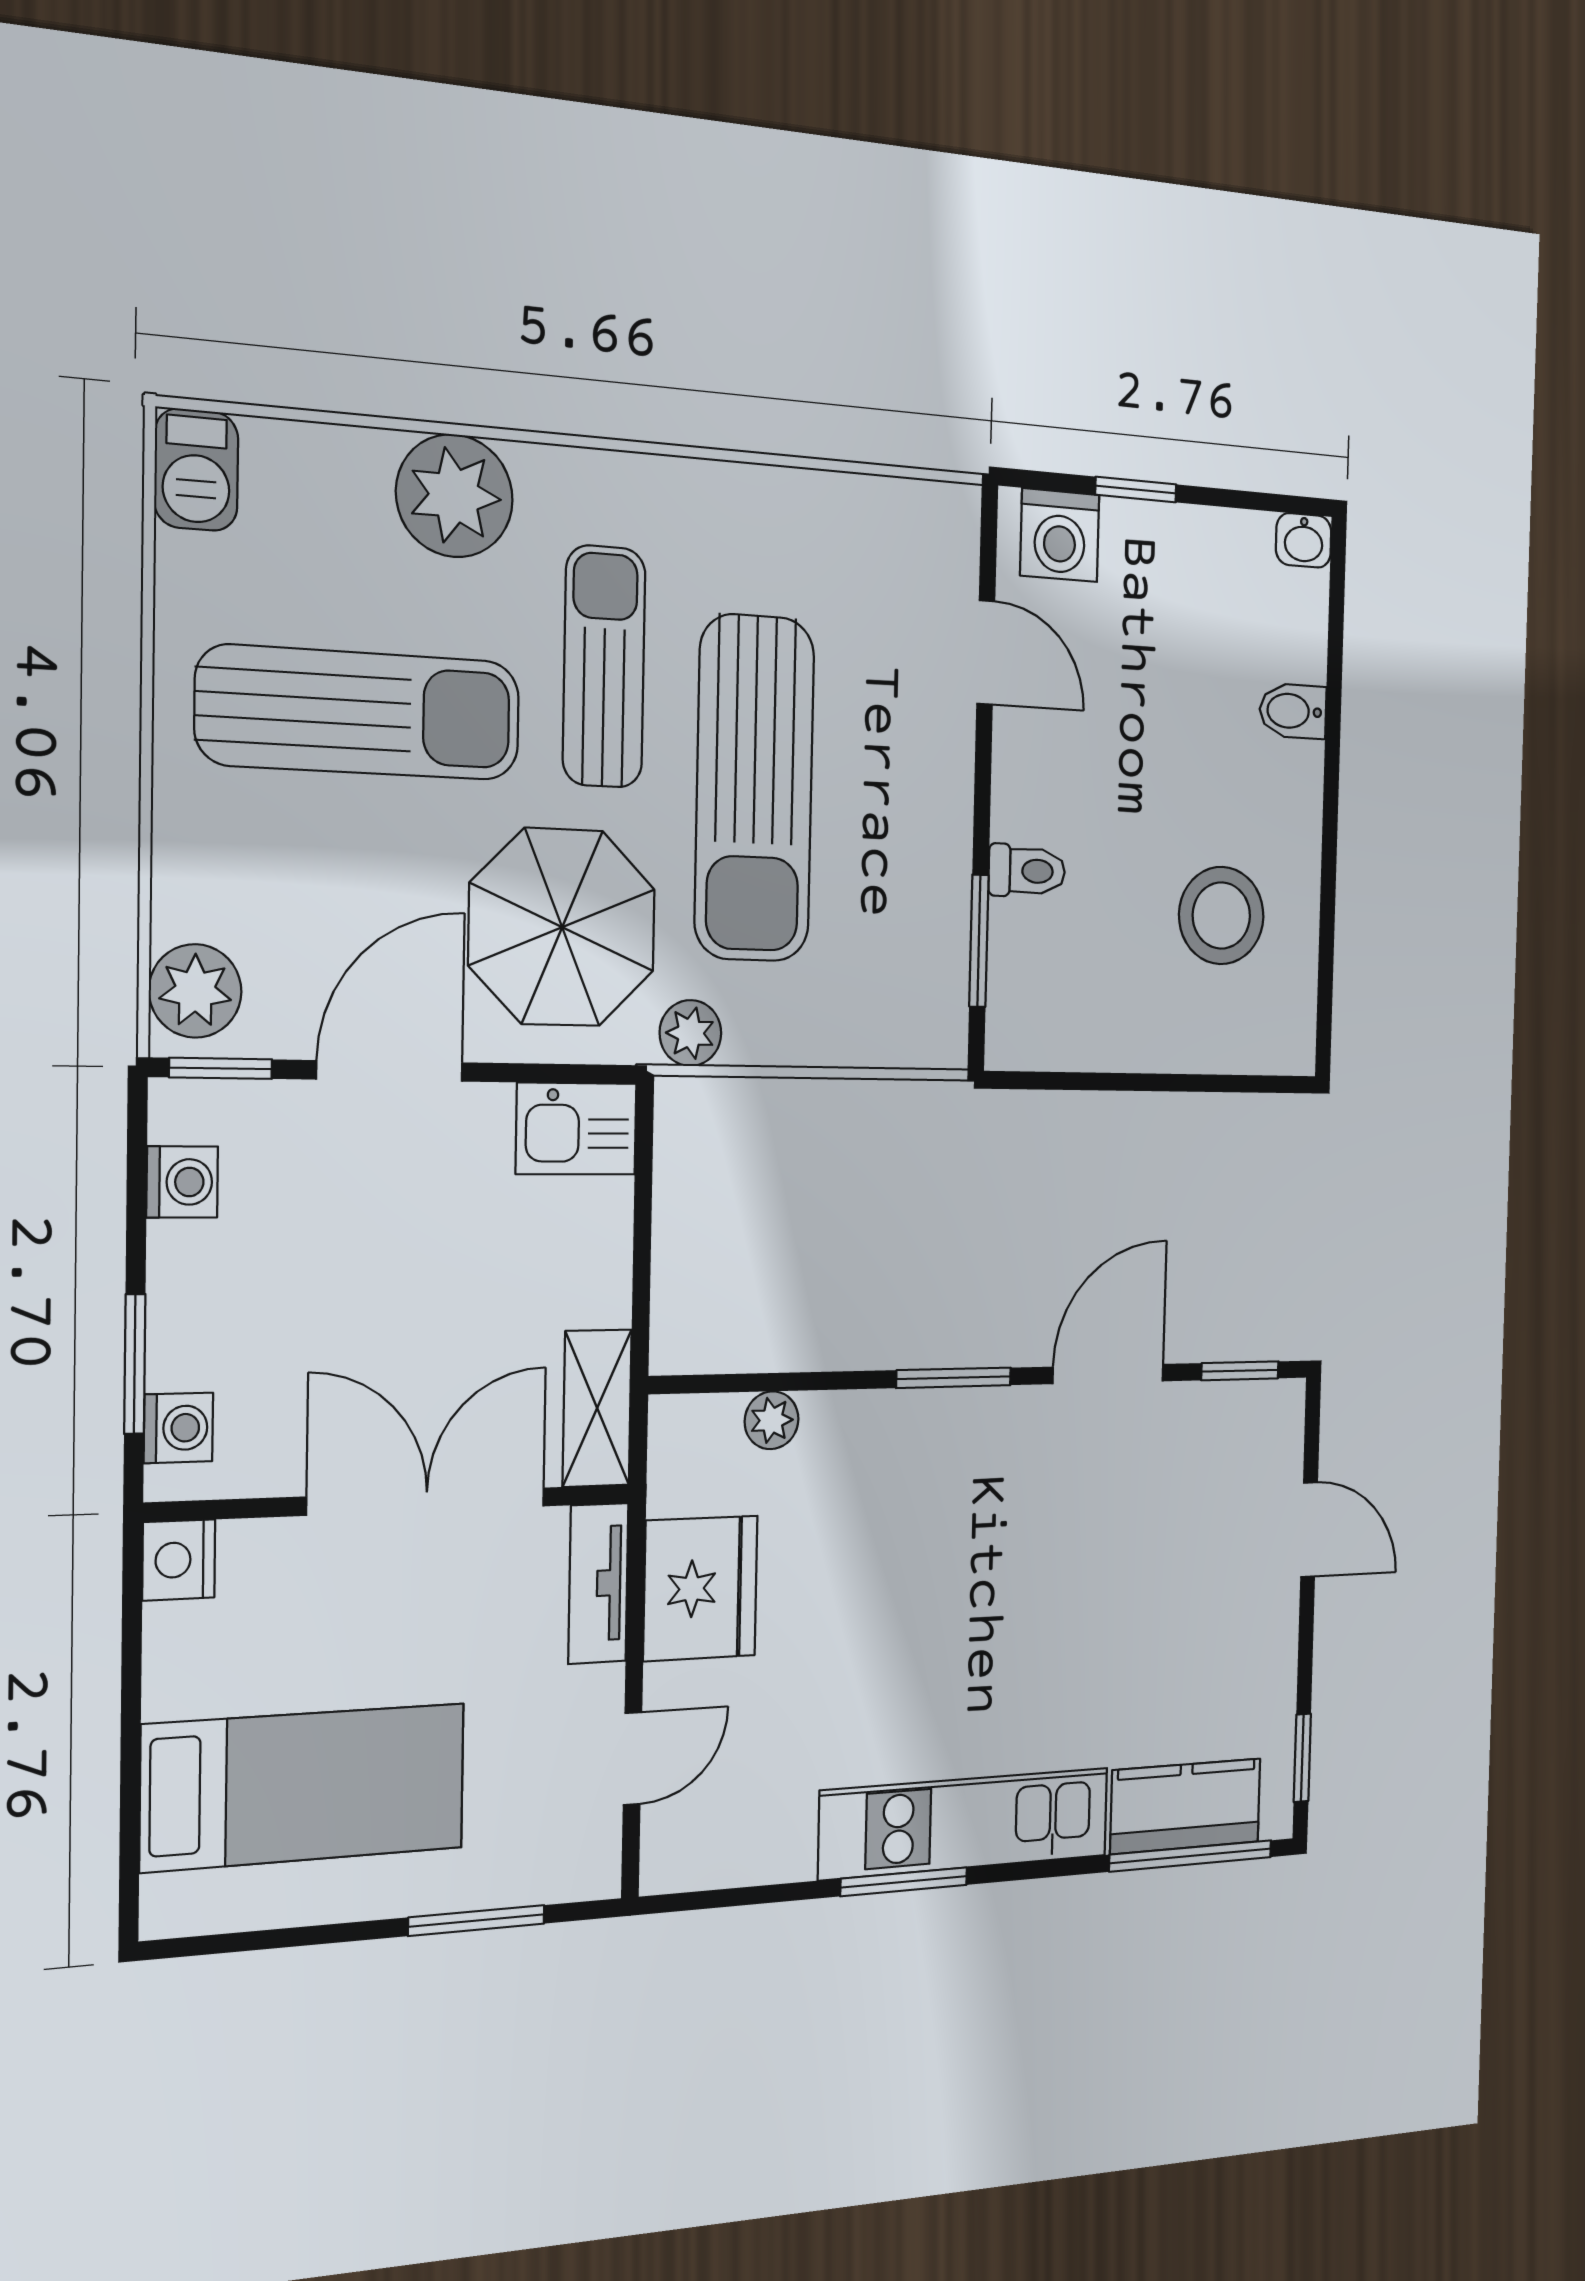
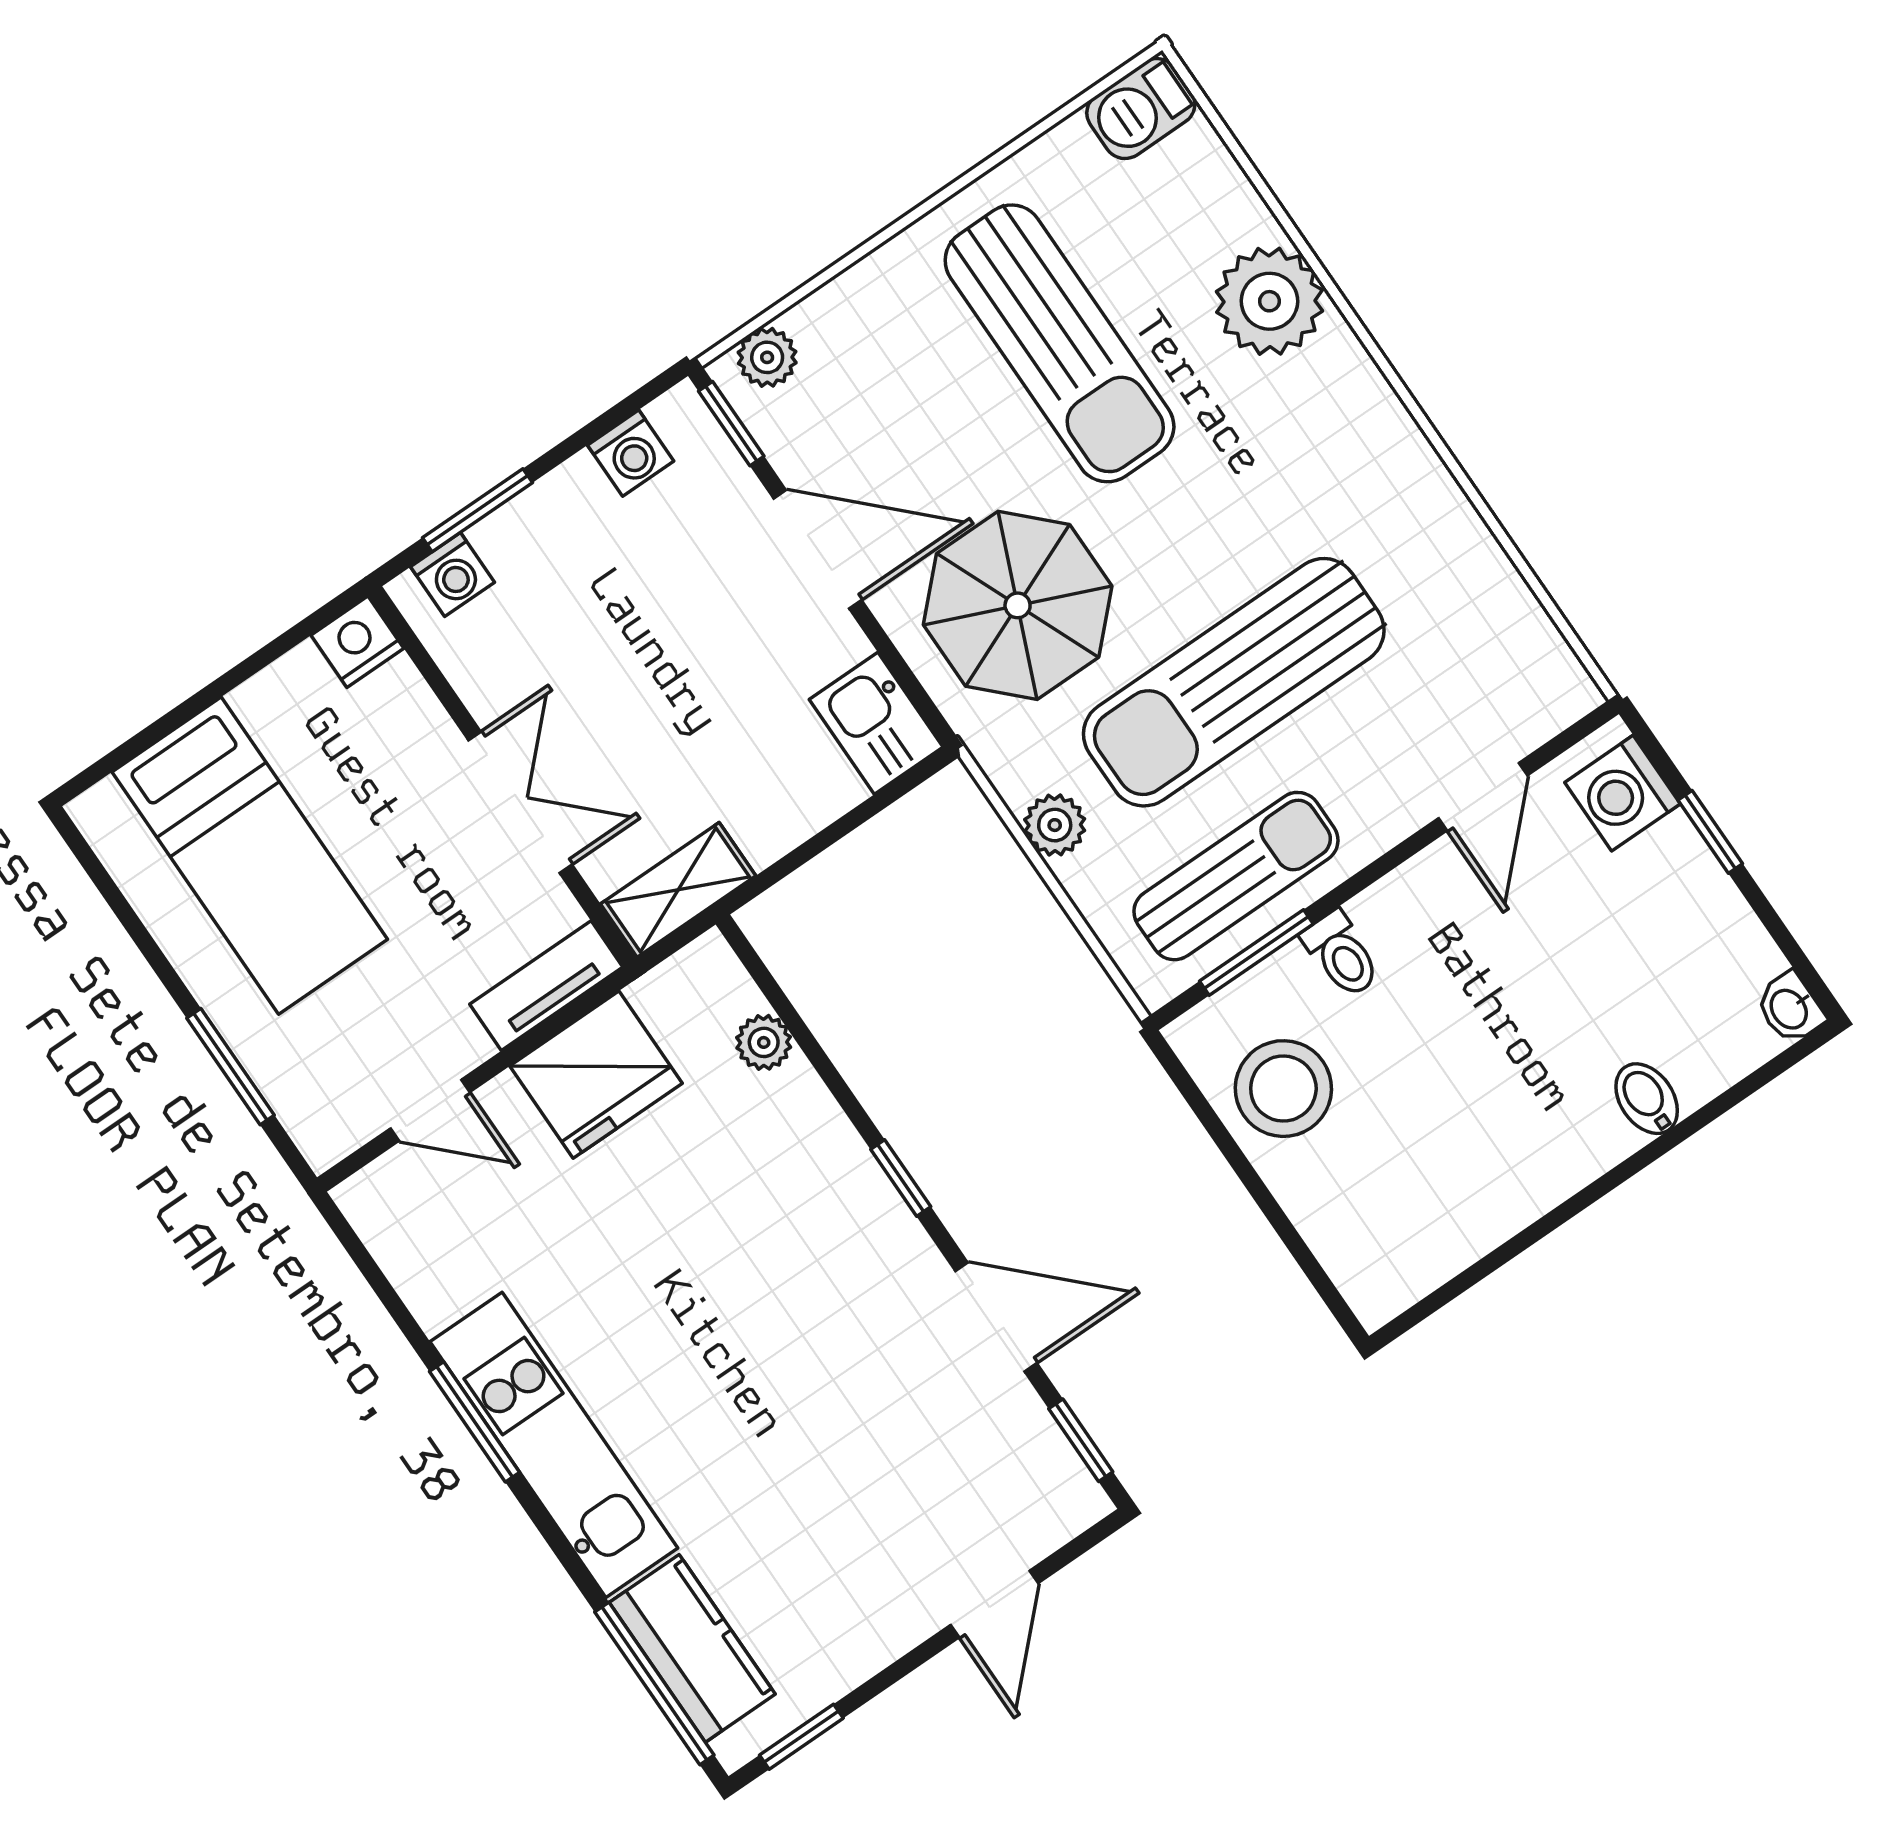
sun lounger: (604, 667) -> (1236, 876), moved
stool: (1221, 916) -> (1283, 1089), moved
plant: (195, 991) -> (767, 357), width x0.73, depth x0.73
plant: (690, 1033) -> (1055, 825), moved
window: (954, 1378) -> (901, 1178), width x0.67
double door: (427, 1502) -> (520, 802), width x0.73

